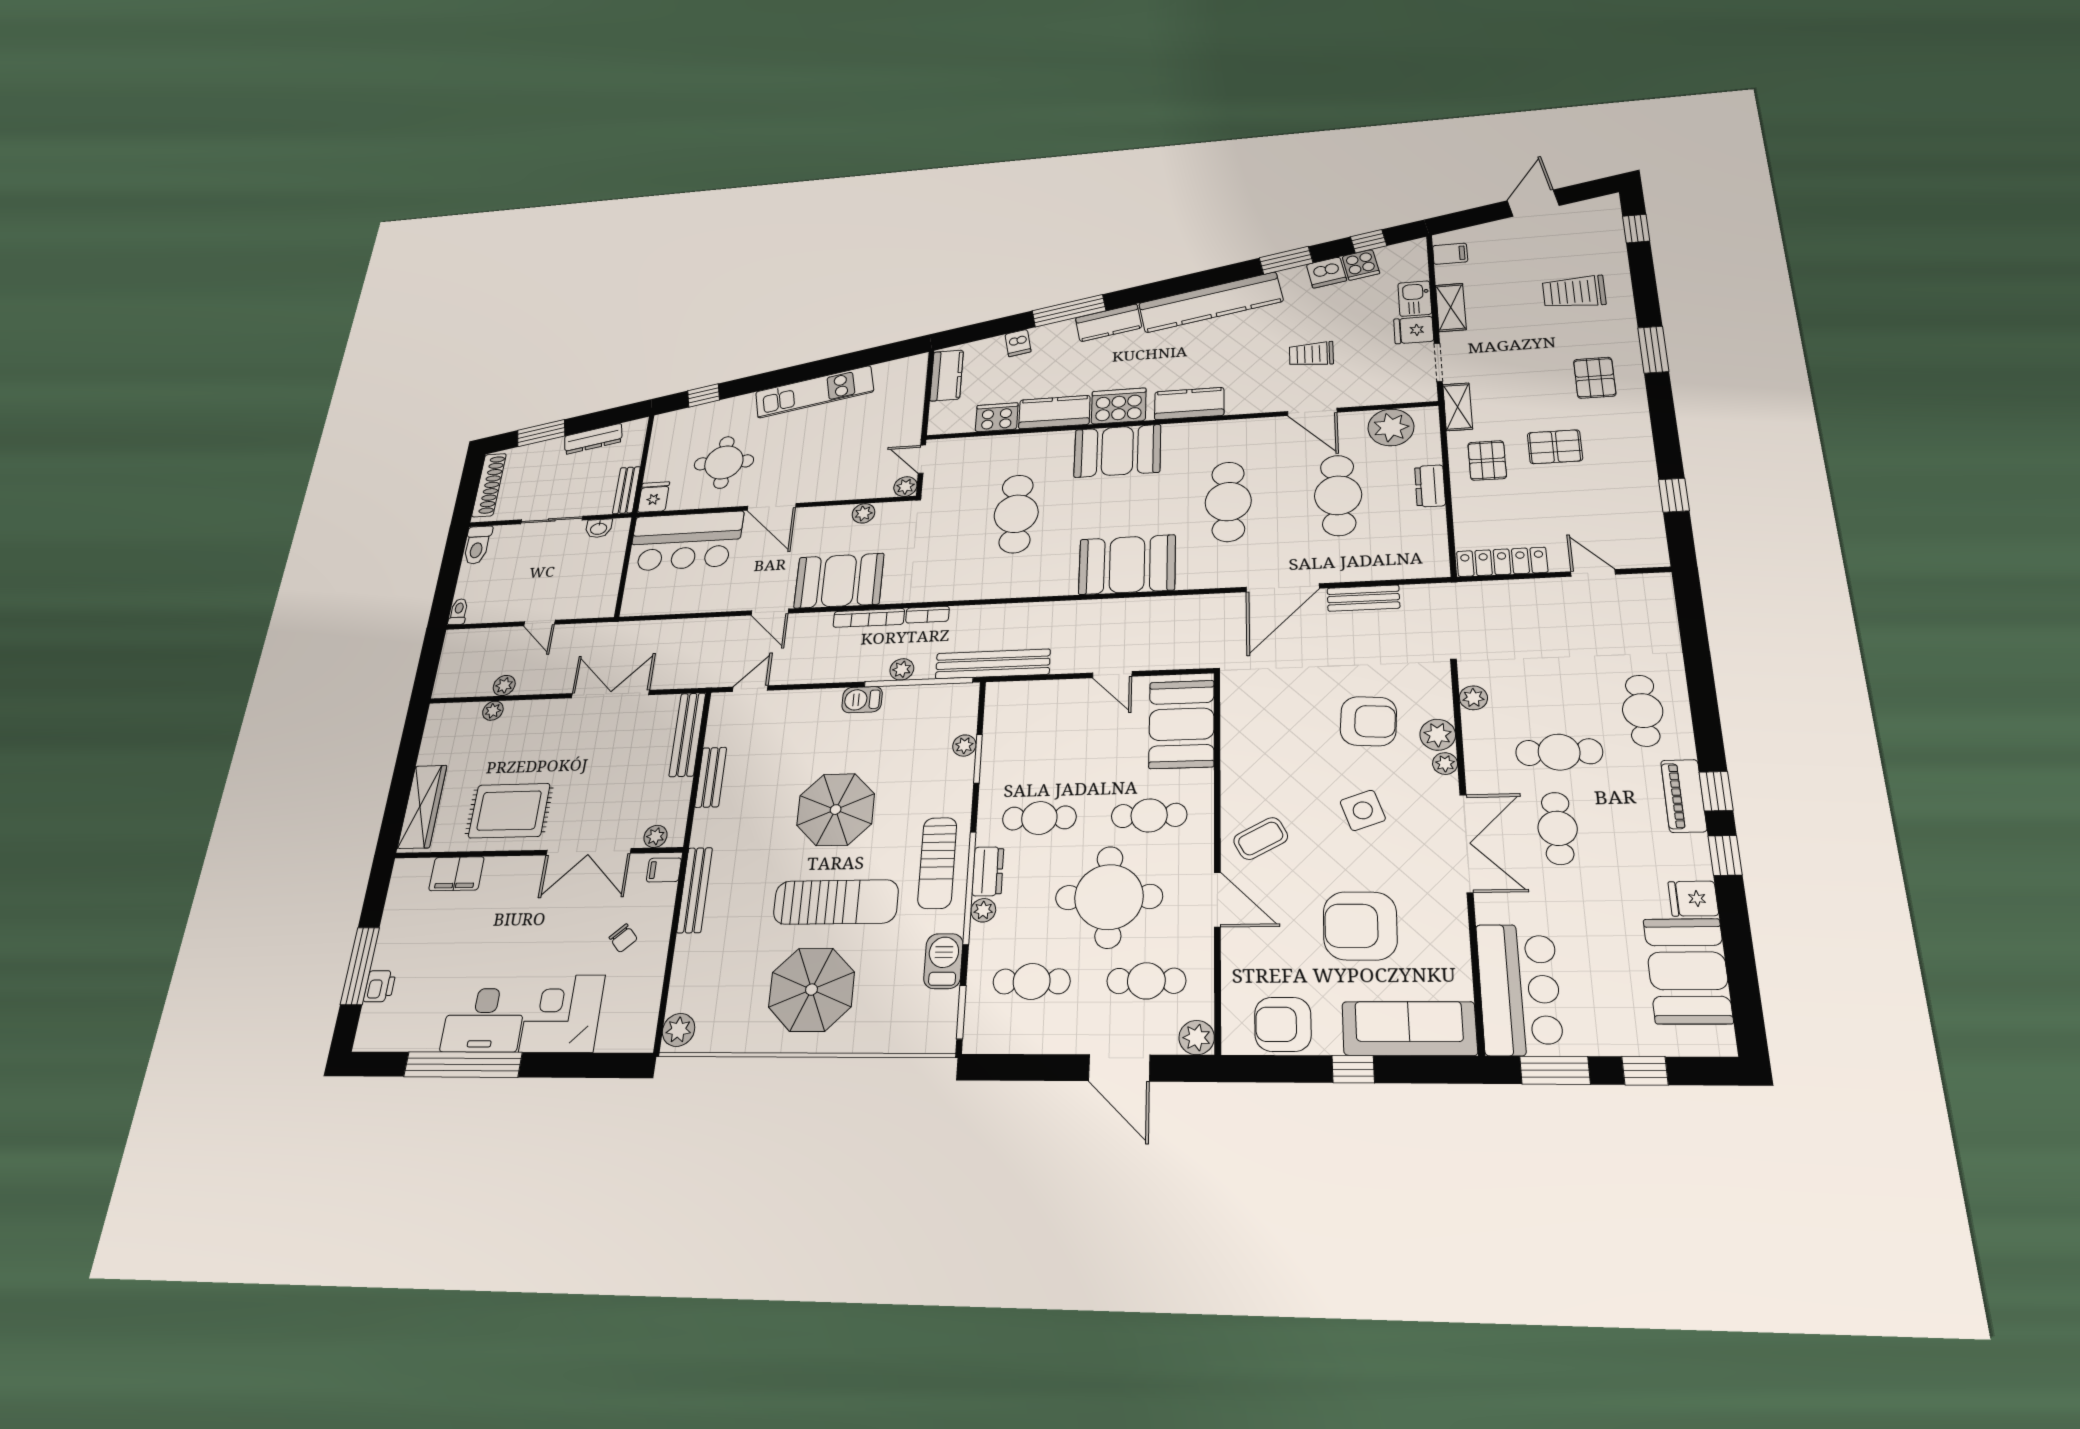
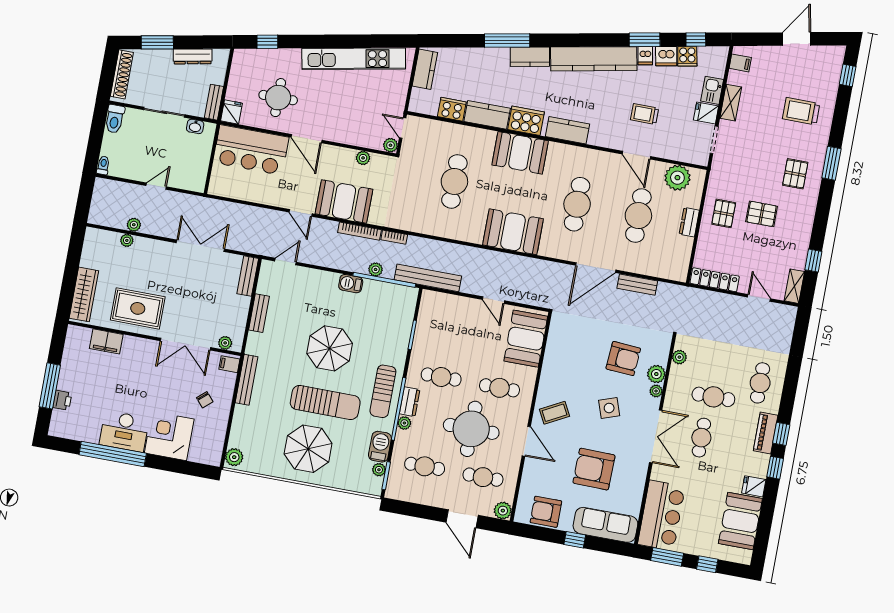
dishwasher: (1018, 343) -> (645, 56), moved
kitchen unit: (814, 392) -> (354, 59), width x1.36
shelving: (1458, 407) -> (794, 286), moved
door: (539, 623) -> (156, 186), swing flipped
bench: (687, 735) -> (248, 276), width x0.73
plant: (964, 746) -> (379, 470), moved

